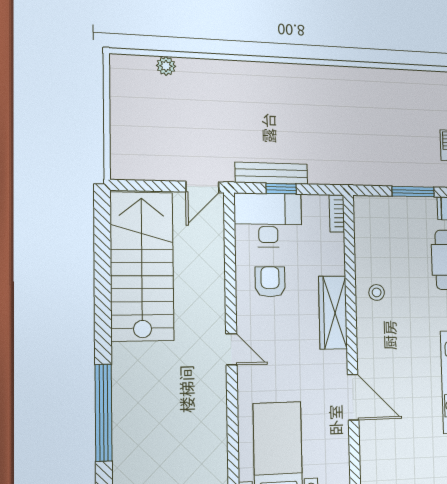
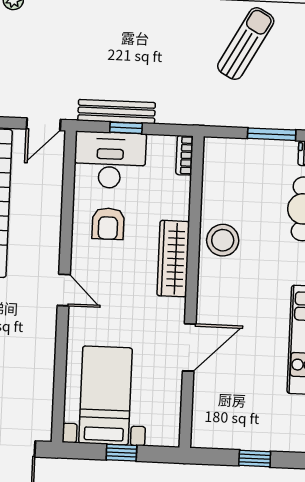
sun lounger: (385, 108) -> (246, 44), added
armchair: (270, 282) -> (108, 224), turned 180
stool: (377, 292) -> (223, 240), width x1.89, depth x1.89
door: (353, 397) -> (189, 347), hinge flipped

